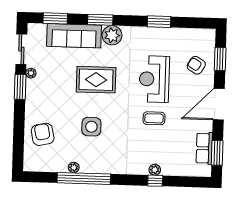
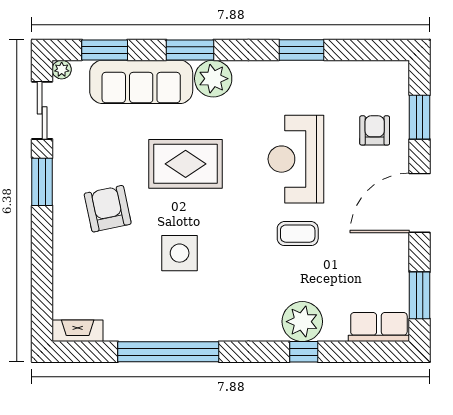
armchair: (196, 65) -> (375, 130), turned 59
plant: (31, 73) -> (62, 70), moved
armchair: (43, 134) -> (108, 209), moved
row of seats: (204, 148) -> (379, 327), moved, turned 90
fireplace: (36, 166) -> (78, 331), added
plant: (74, 167) -> (148, 332), removed
plant: (155, 170) -> (302, 322), width x1.87, depth x1.87

